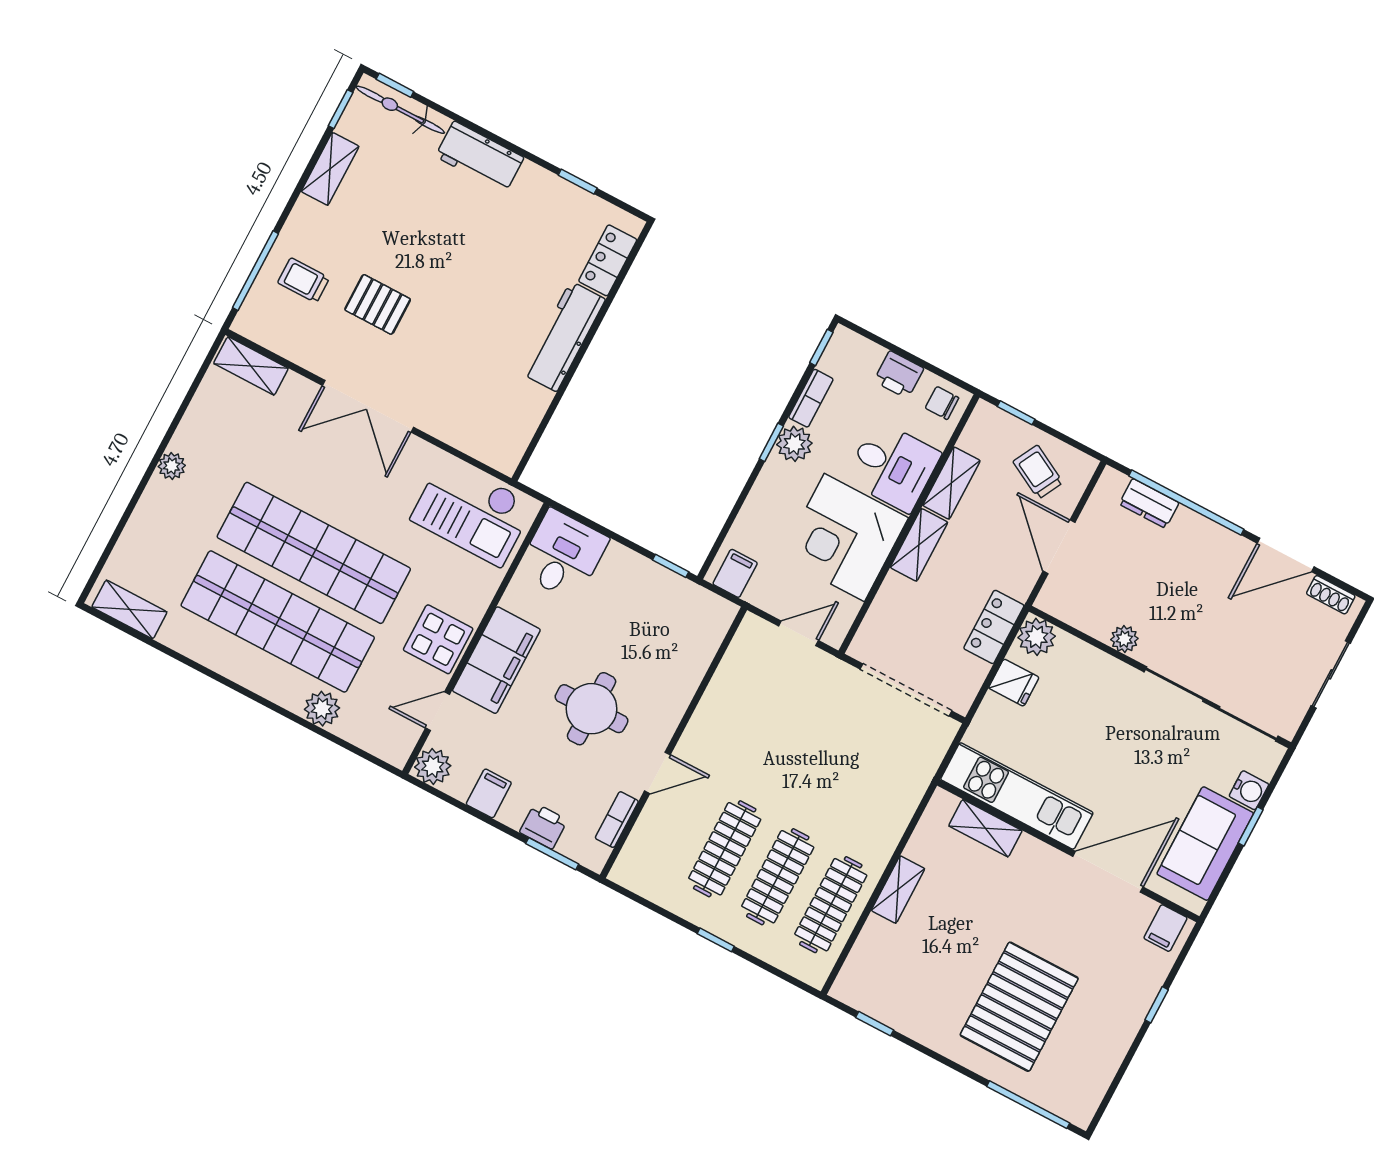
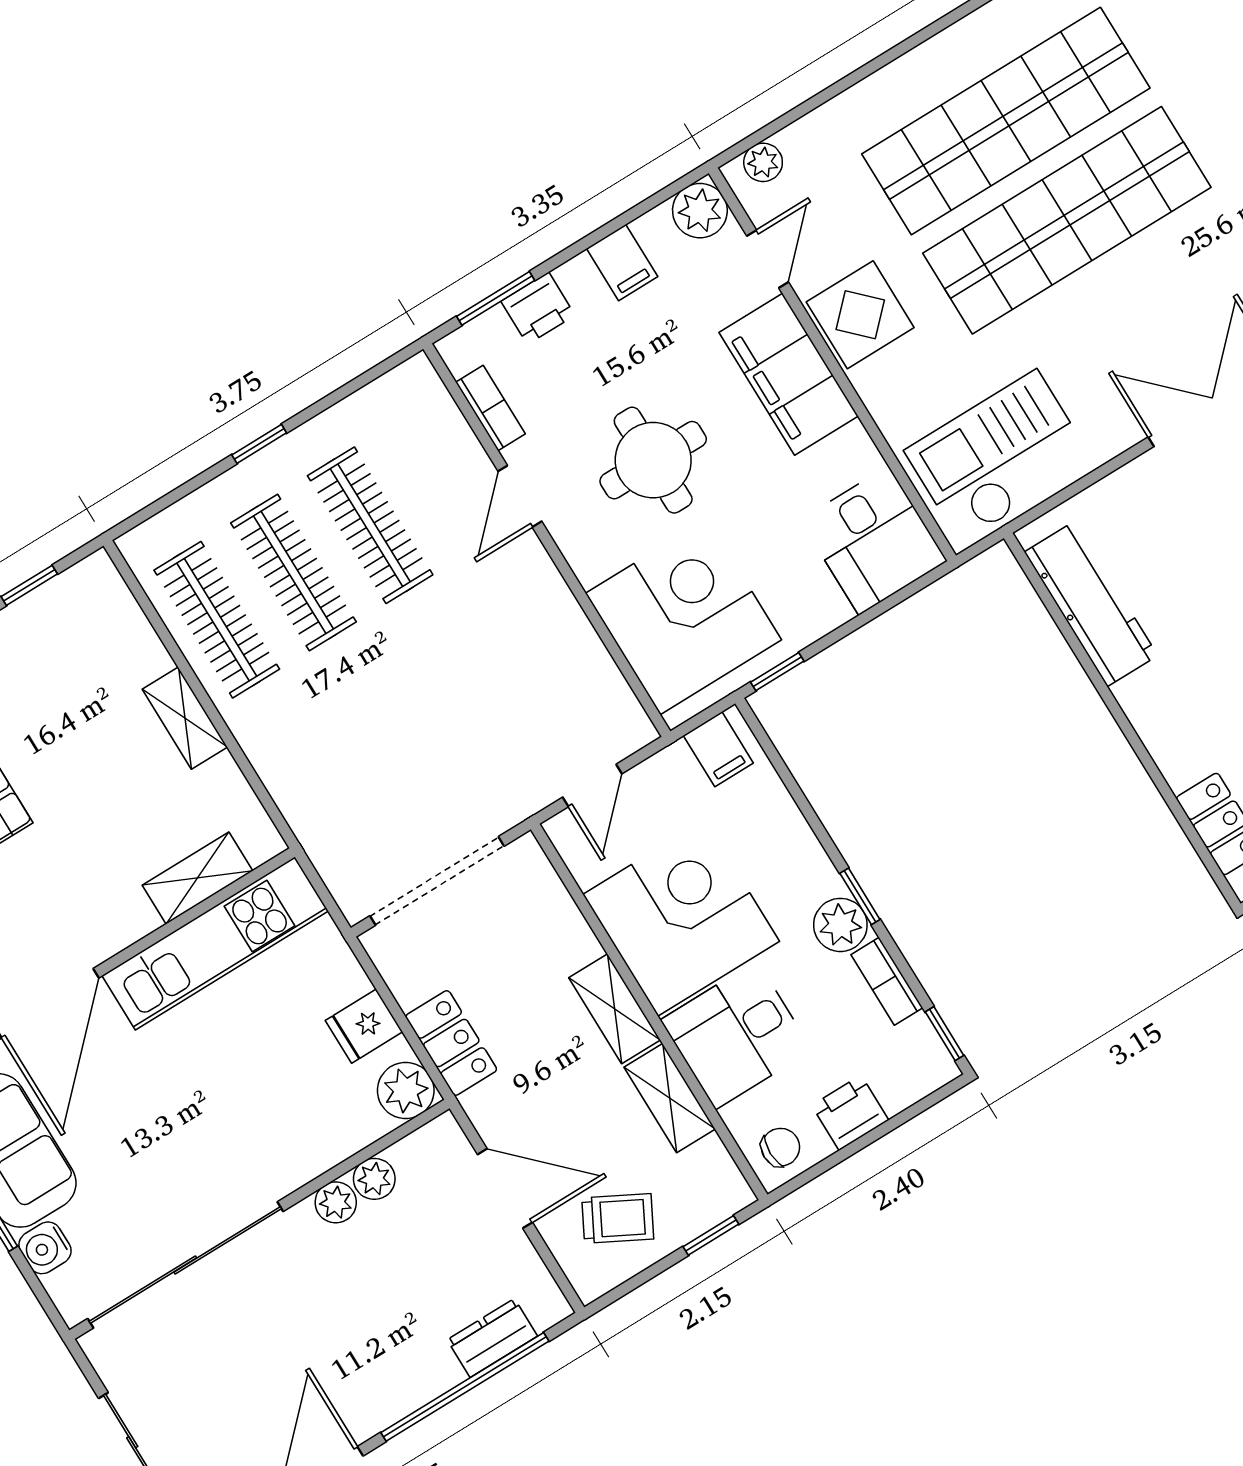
workbench: (564, 336) -> (1091, 604), moved
plant: (1098, 625) -> (374, 1179), added
corner desk: (671, 638) -> (684, 617), added
plant: (322, 709) -> (763, 162), moved, width x0.73, depth x0.73

